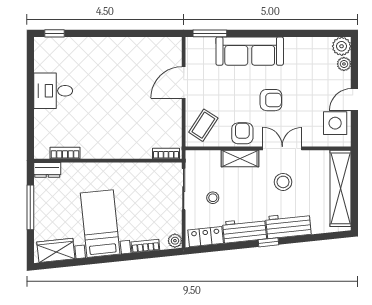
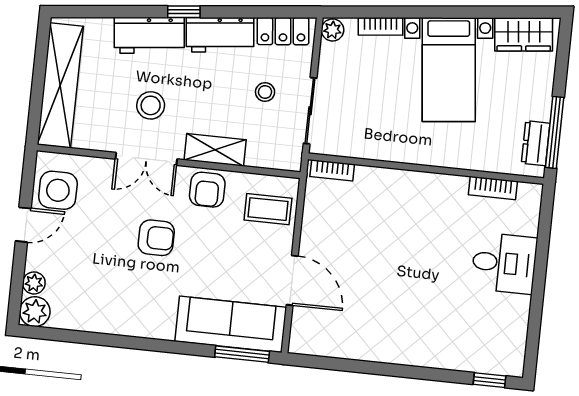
sofa: (250, 51) -> (231, 324), moved
door: (184, 82) -> (292, 280), hinge flipped
desk: (53, 91) -> (504, 263), moved
armchair: (271, 100) -> (156, 238), turned 180
coffee table: (203, 125) -> (268, 209), turned 57
dresser: (47, 170) -> (536, 143), moved, turned -90
window: (30, 207) -> (555, 132), moved

